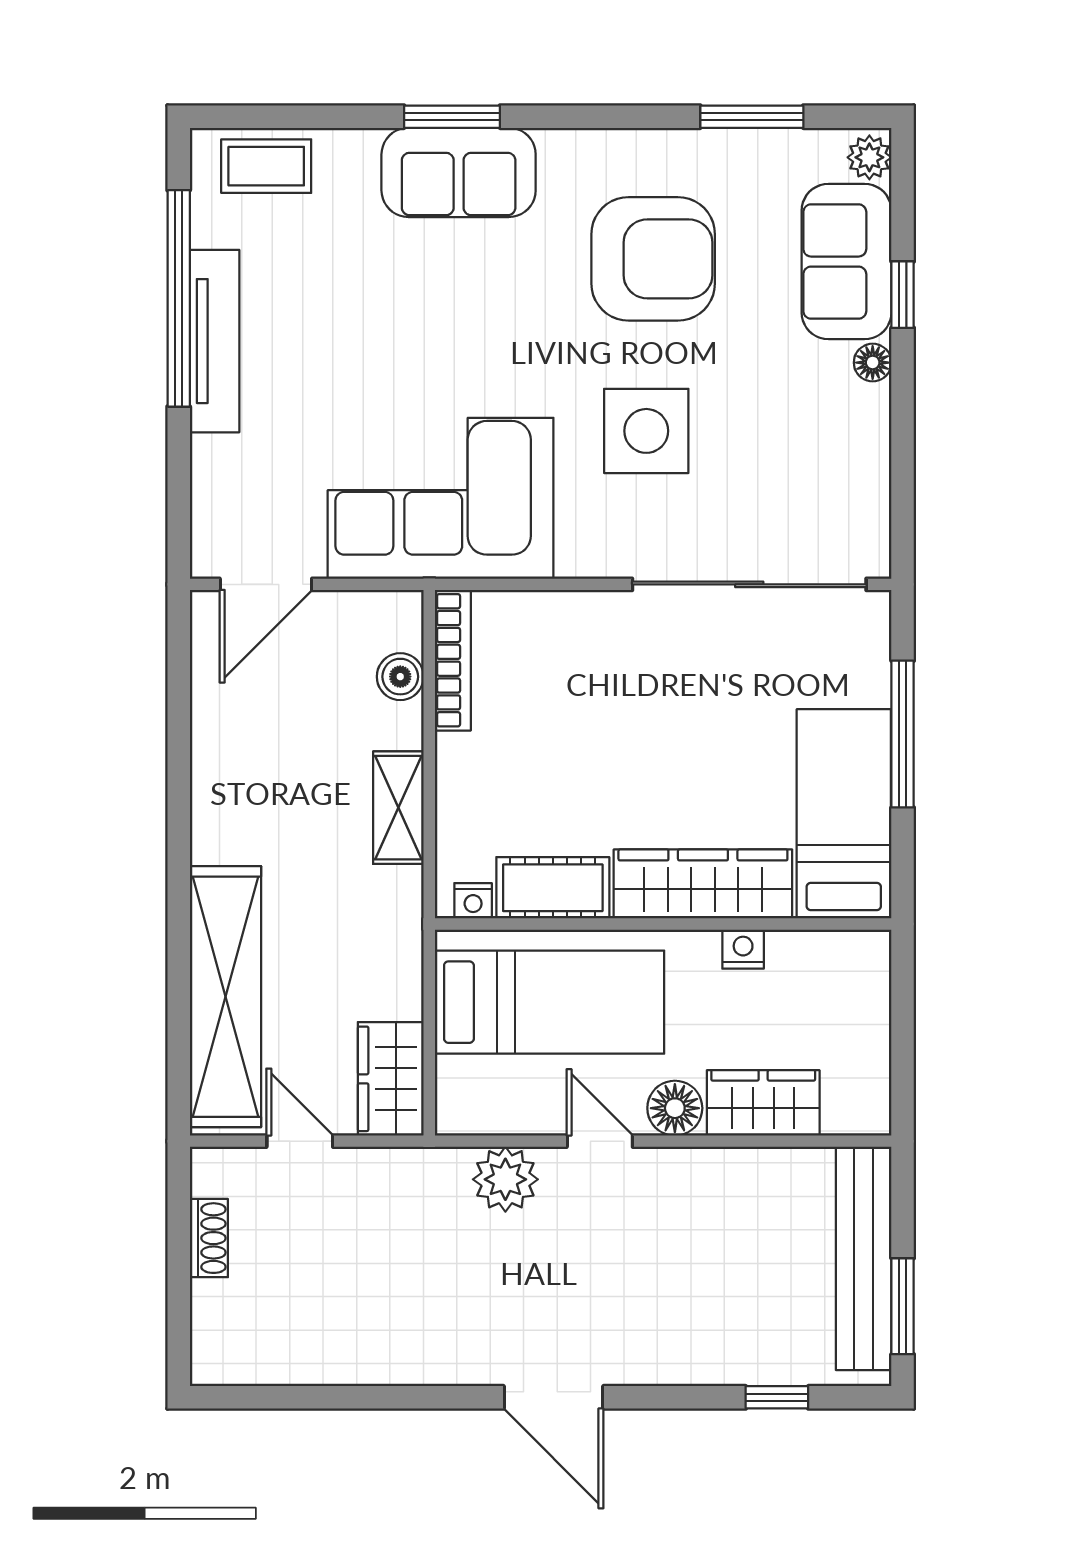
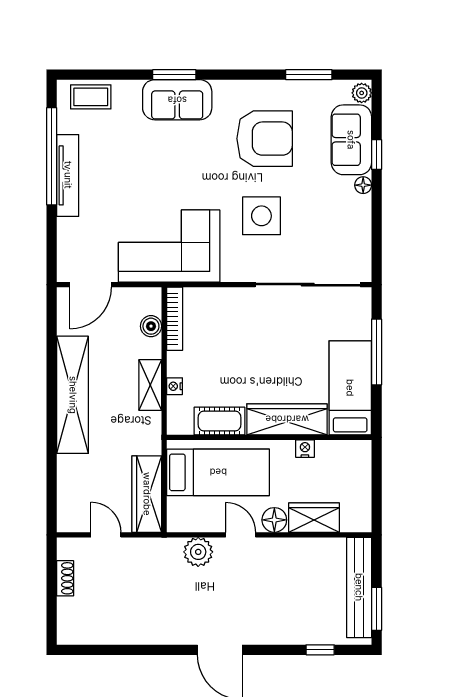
nightstand: (473, 901) -> (174, 386), moved, turned 90
shelving: (225, 997) -> (73, 395), moved
wardrobe: (391, 1079) -> (147, 494), width x1.50

